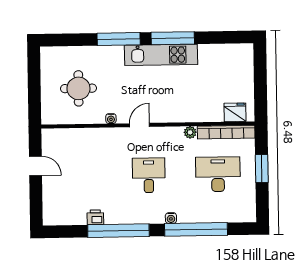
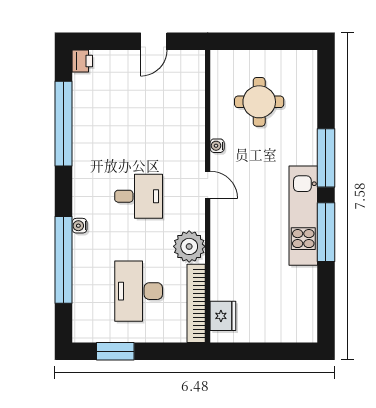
plant: (190, 132) -> (189, 246), width x1.87, depth x1.87
window: (262, 169) -> (115, 351), moved
desk: (218, 174) -> (139, 291), turned 180
printer: (95, 217) -> (82, 61), moved
window: (118, 231) -> (63, 124), moved

